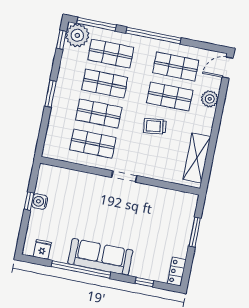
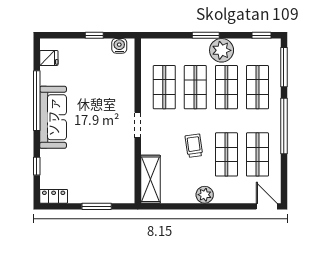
plant: (77, 35) -> (222, 50), moved
plant: (210, 99) -> (205, 195), moved
shelving: (197, 158) -> (150, 179), moved, turned 90
water cooler: (40, 202) -> (119, 46), moved

